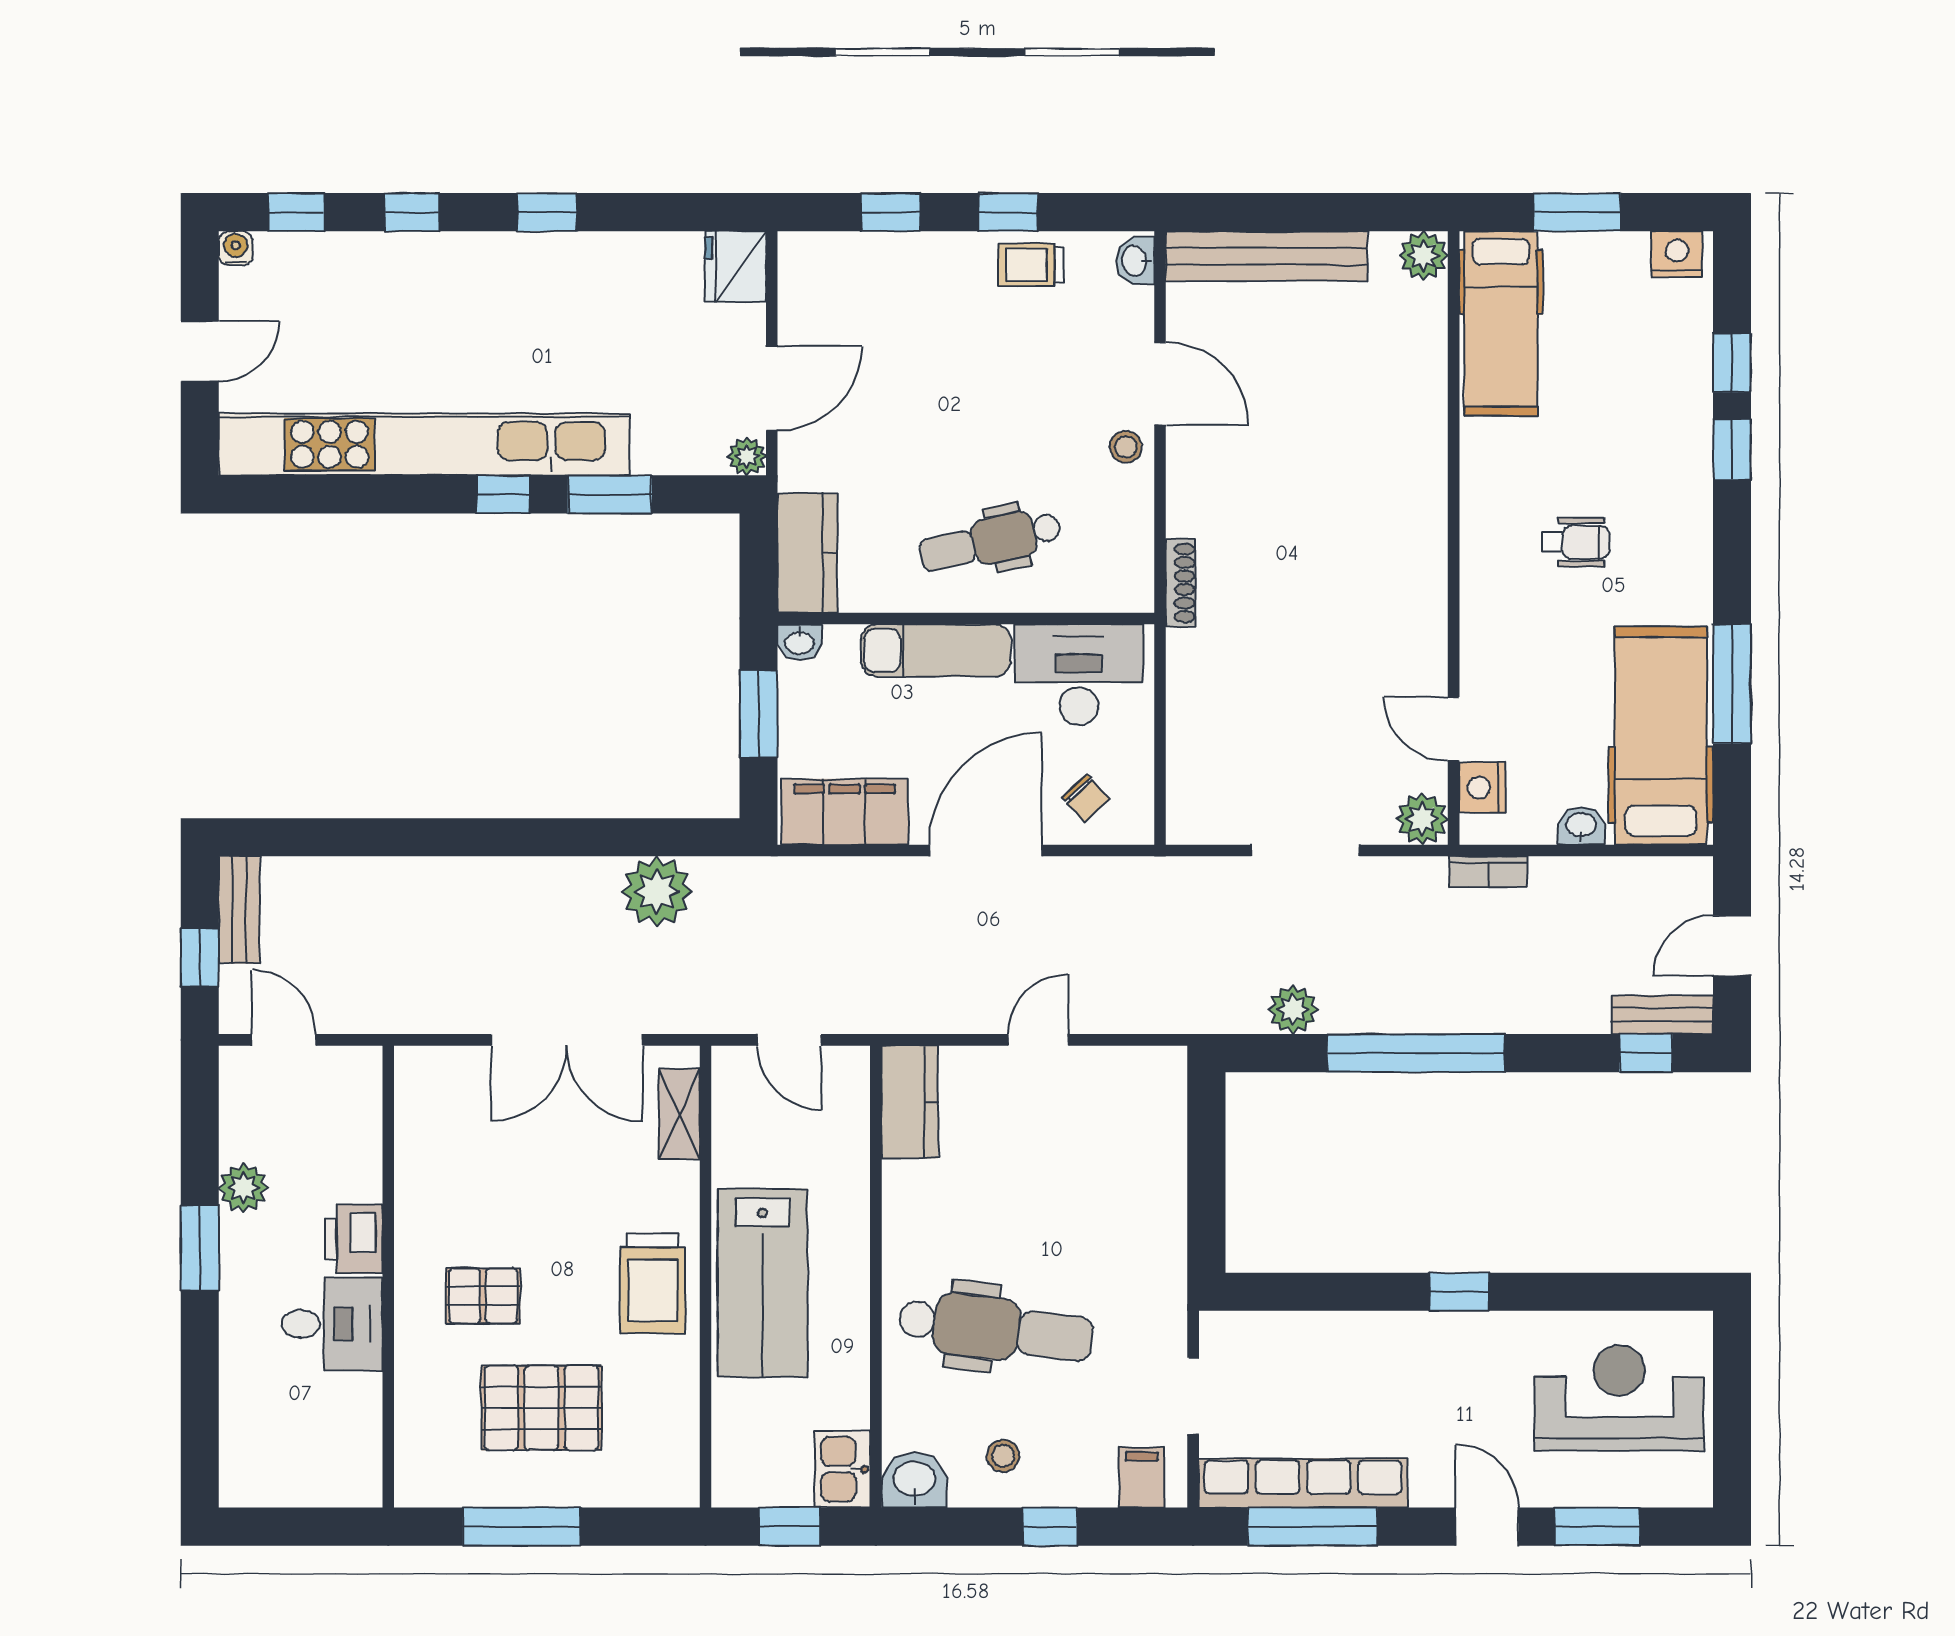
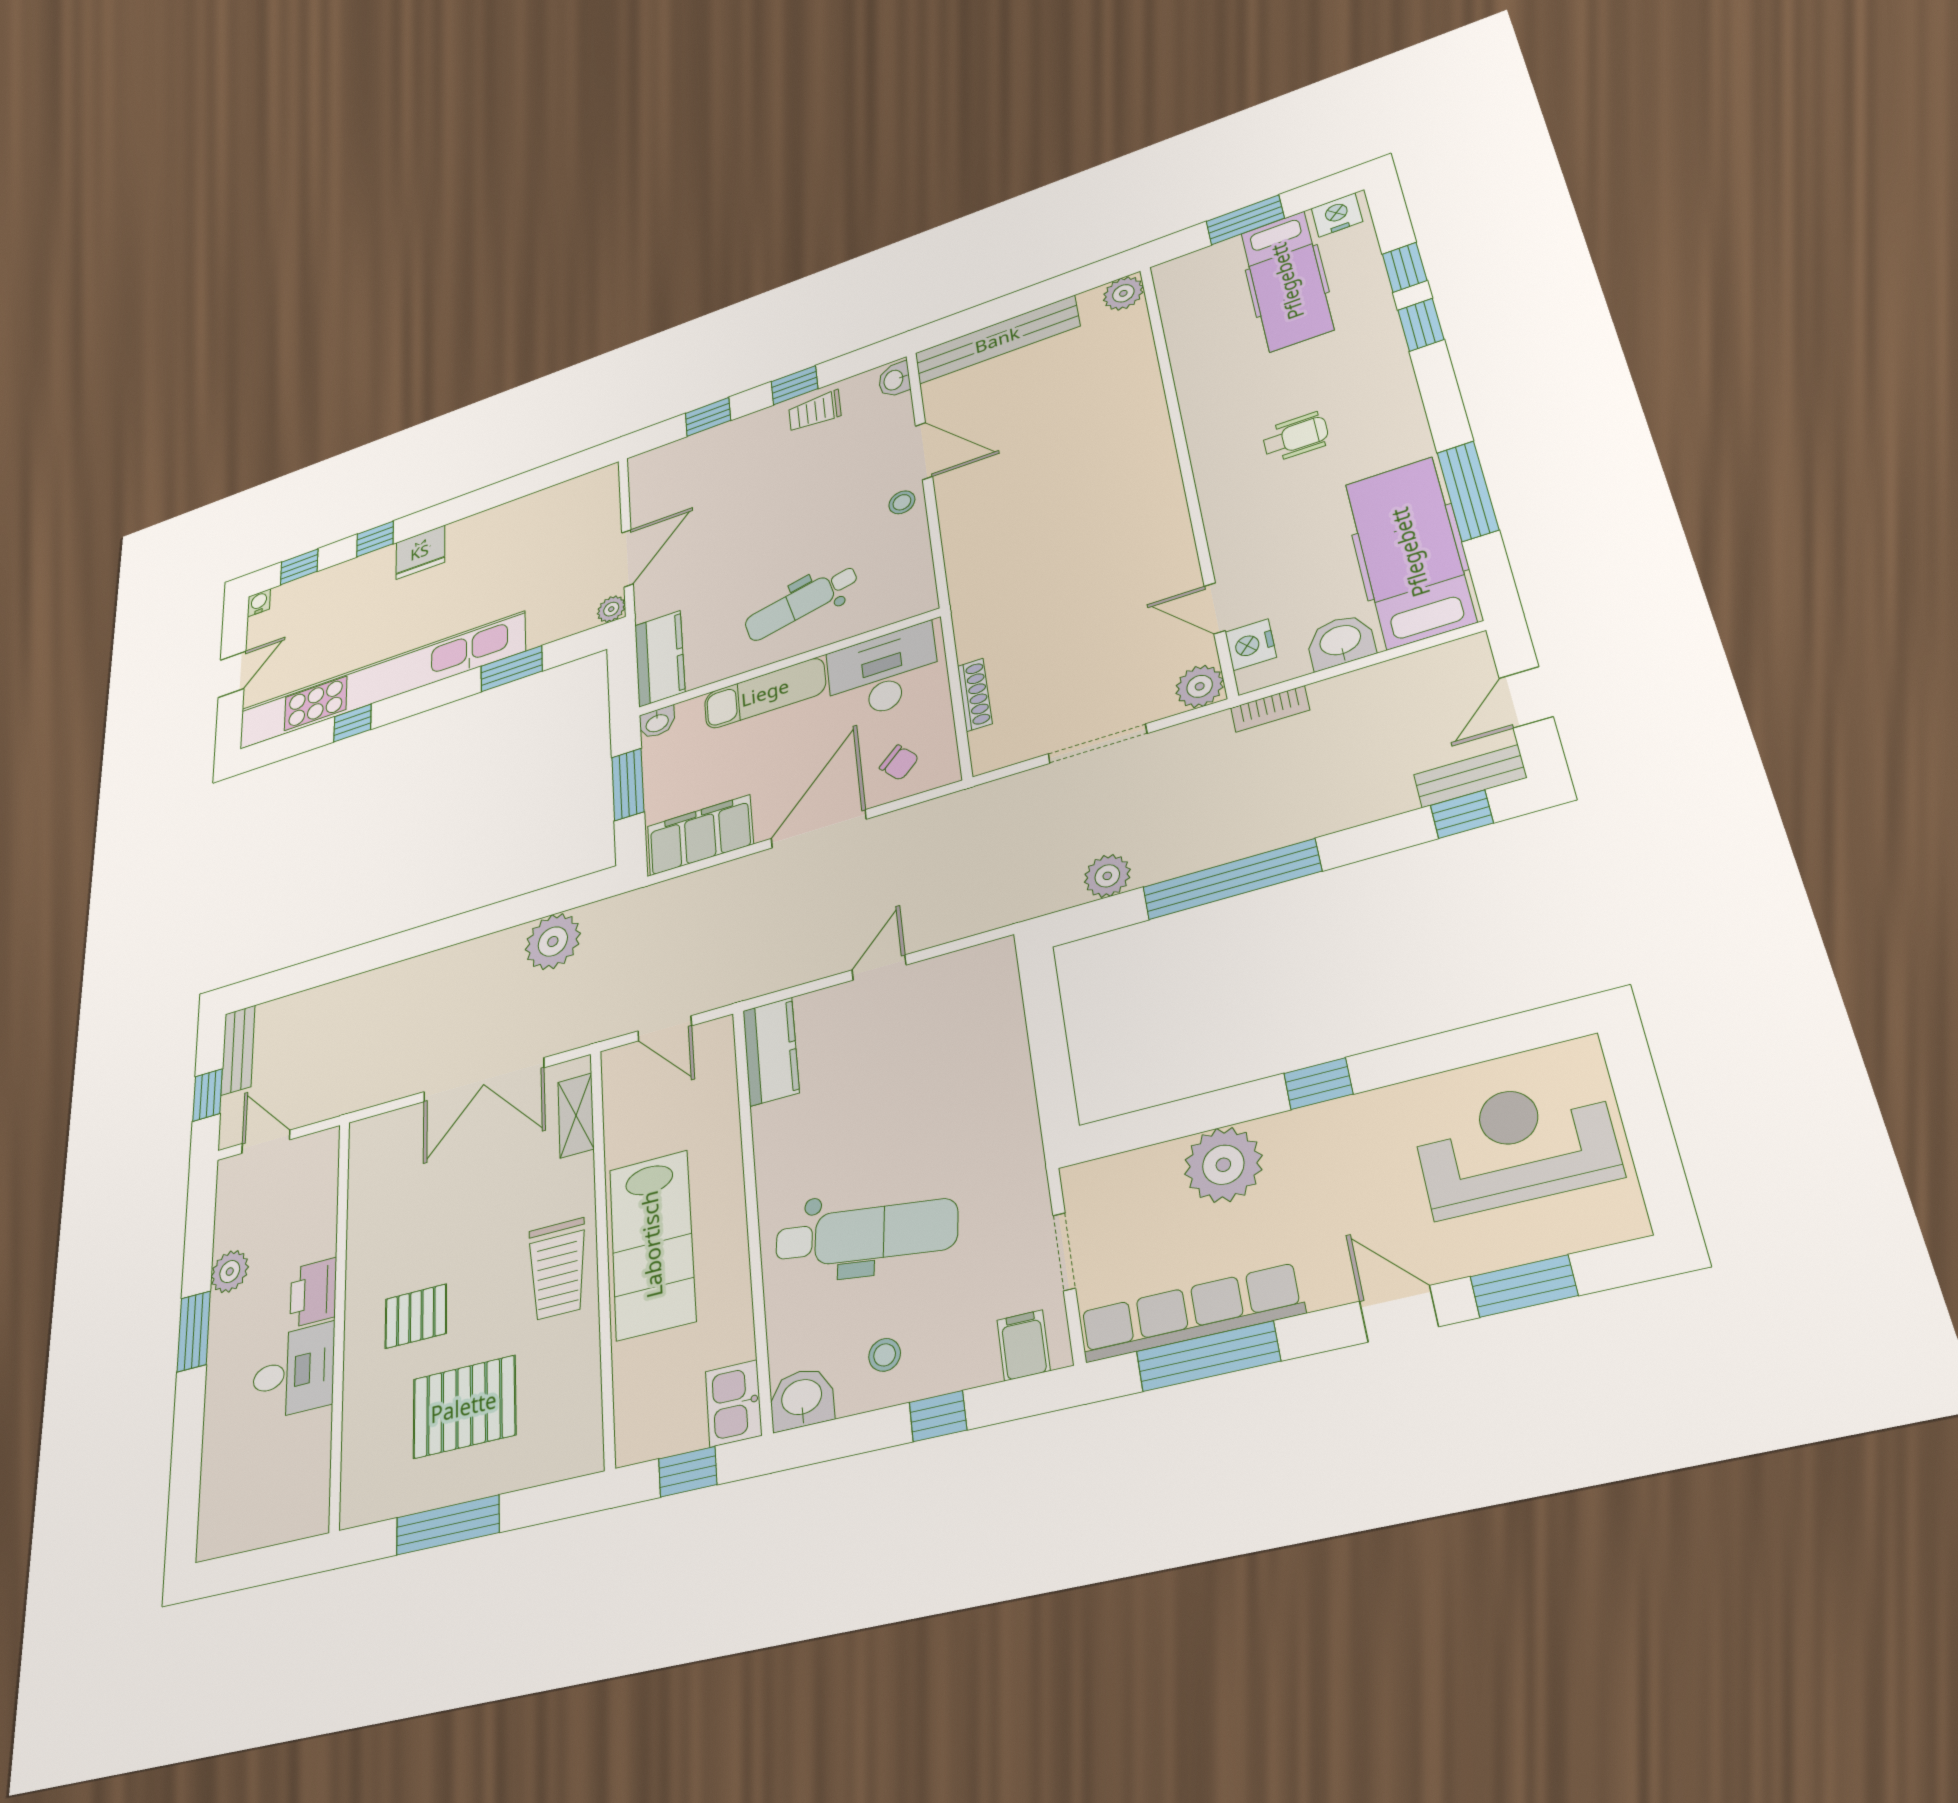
window: (547, 212) -> (466, 506), removed
fridge: (735, 267) -> (420, 552), moved, turned -90
hospital bed: (1501, 323) -> (1287, 281), moved
window: (503, 494) -> (352, 723), moved
shoe rack: (1181, 583) -> (975, 695), moved
washbasin: (1581, 826) -> (1341, 641), width x1.38, depth x1.45
plant: (1357, 1348) -> (1223, 1165), added

